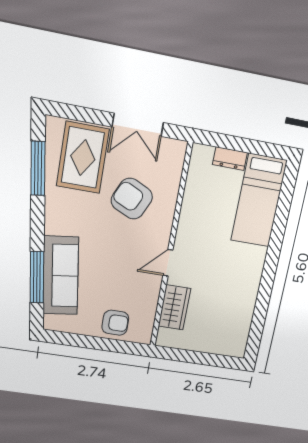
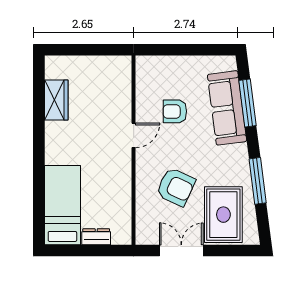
window: (38, 168) -> (258, 181), moved
wardrobe: (174, 307) -> (56, 100), moved, turned 180
armchair: (115, 323) -> (175, 111), moved

